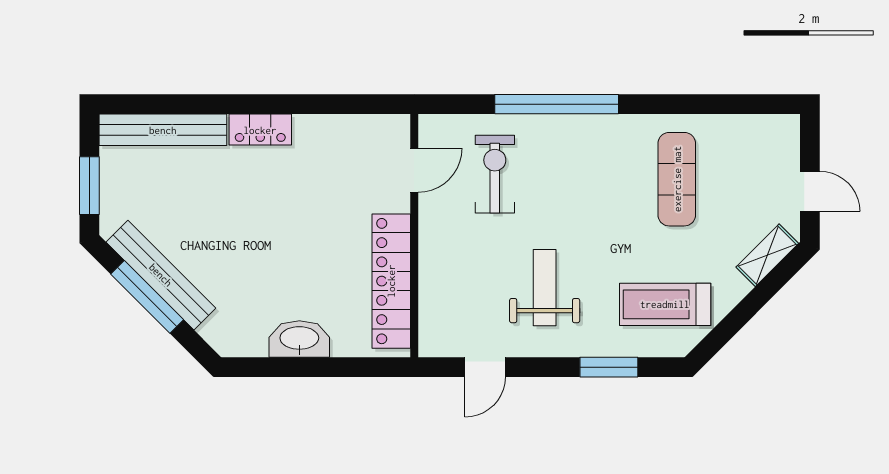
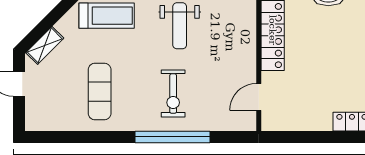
exercise bike: (495, 174) -> (173, 94), moved

